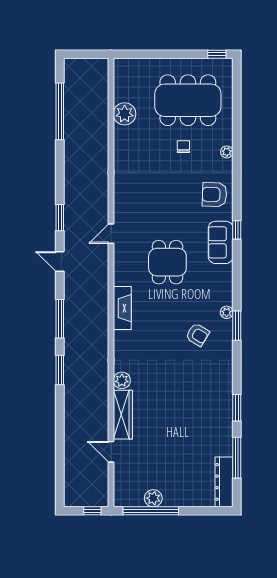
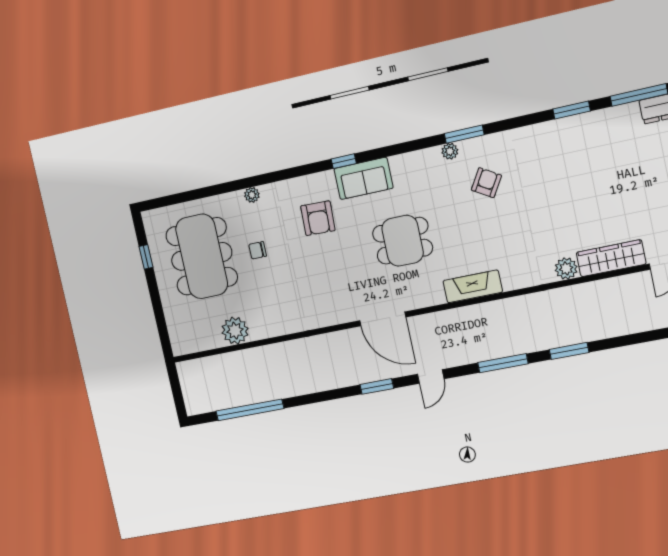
window: (217, 54) -> (146, 257), moved
armchair: (215, 195) -> (318, 218), moved
door: (111, 234) -> (383, 319), width x1.88

